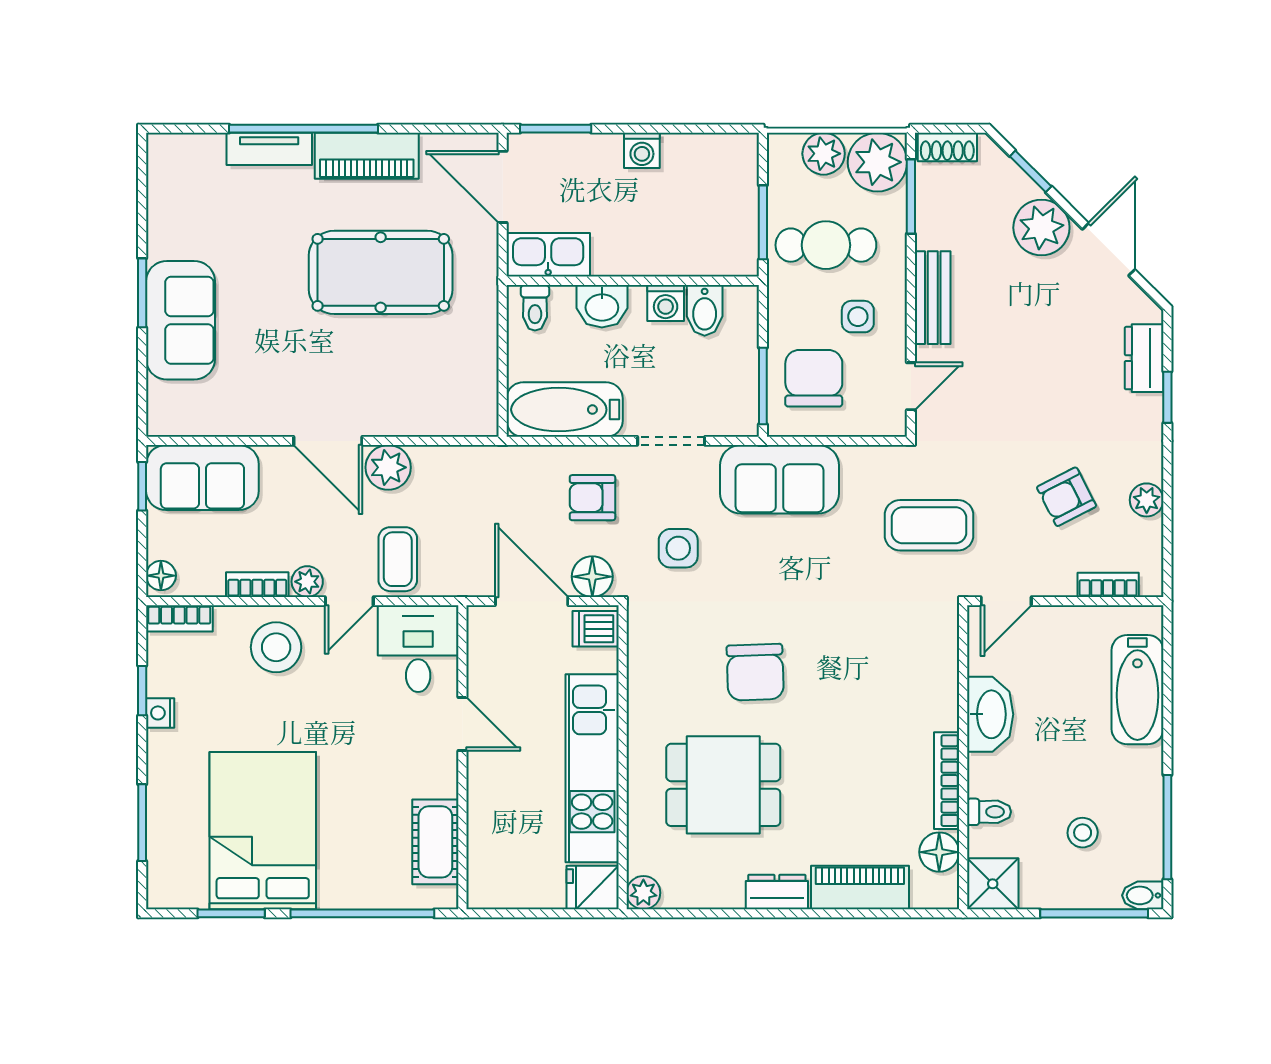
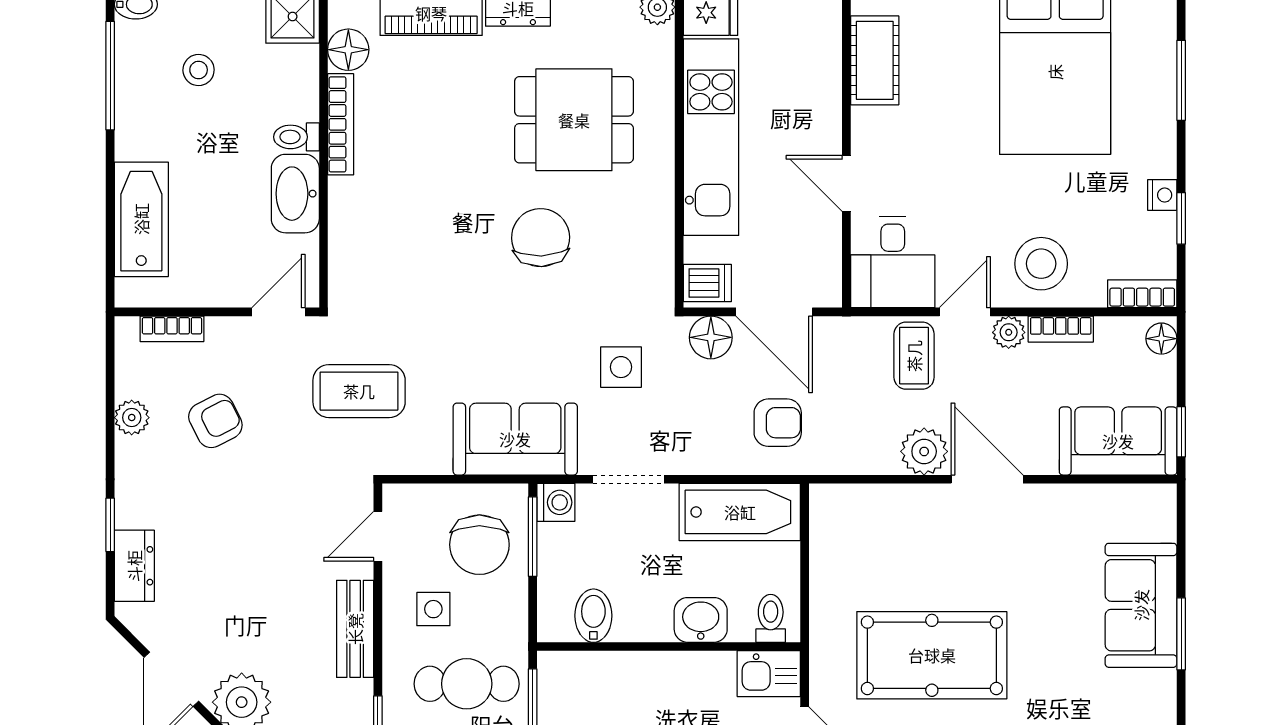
kitchen sink: (548, 255) -> (769, 674), width x0.73
washing machine: (666, 303) -> (556, 502), moved, turned 90
armchair: (592, 498) -> (778, 423), moved
toilet: (989, 812) -> (296, 137), moved

